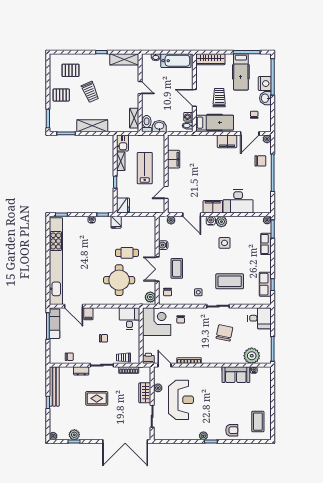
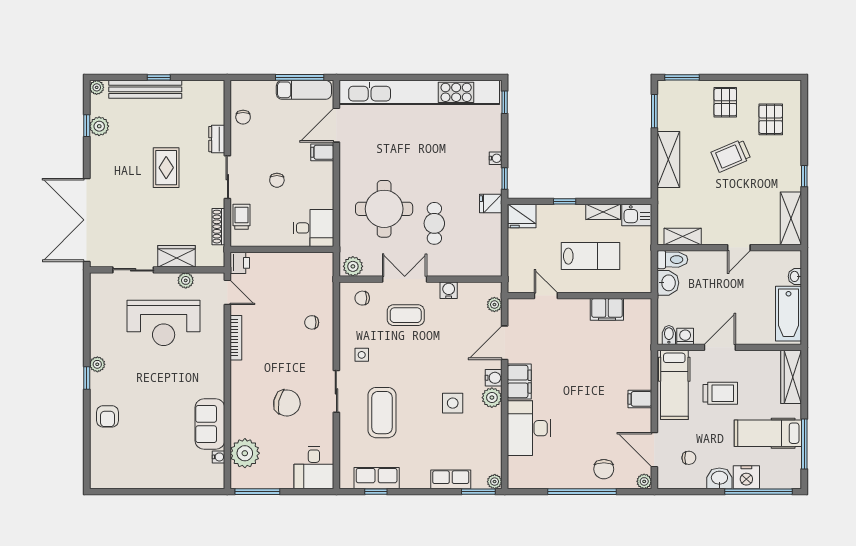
filing cabinet: (227, 141) -> (640, 399), width x0.50
corner desk: (157, 322) -> (308, 278), removed
door: (164, 365) -> (227, 292), hinge flipped
bench: (54, 387) -> (145, 89), moved
coffee table: (258, 422) -> (124, 465), removed

